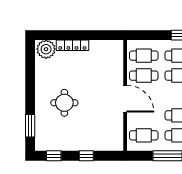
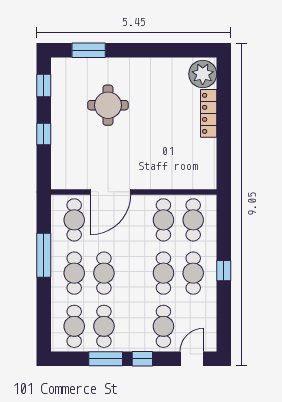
door: (125, 99) -> (111, 192), moved
round table: (64, 103) -> (108, 105), moved

